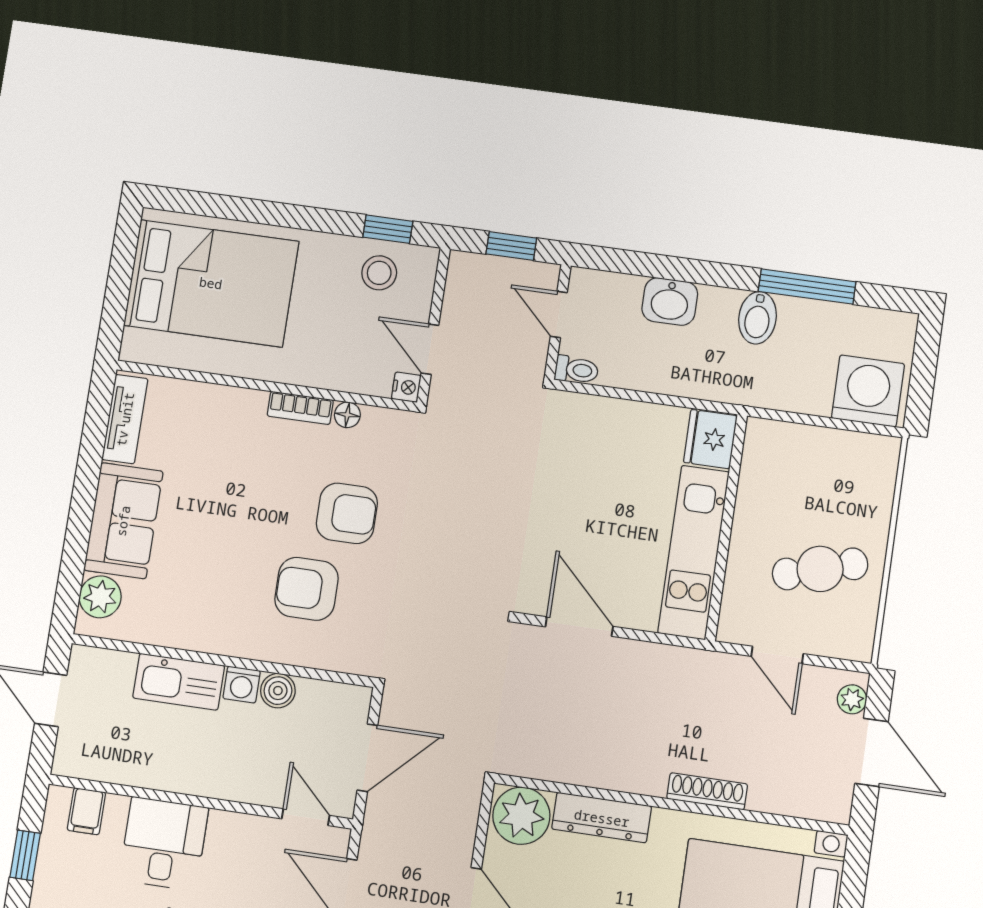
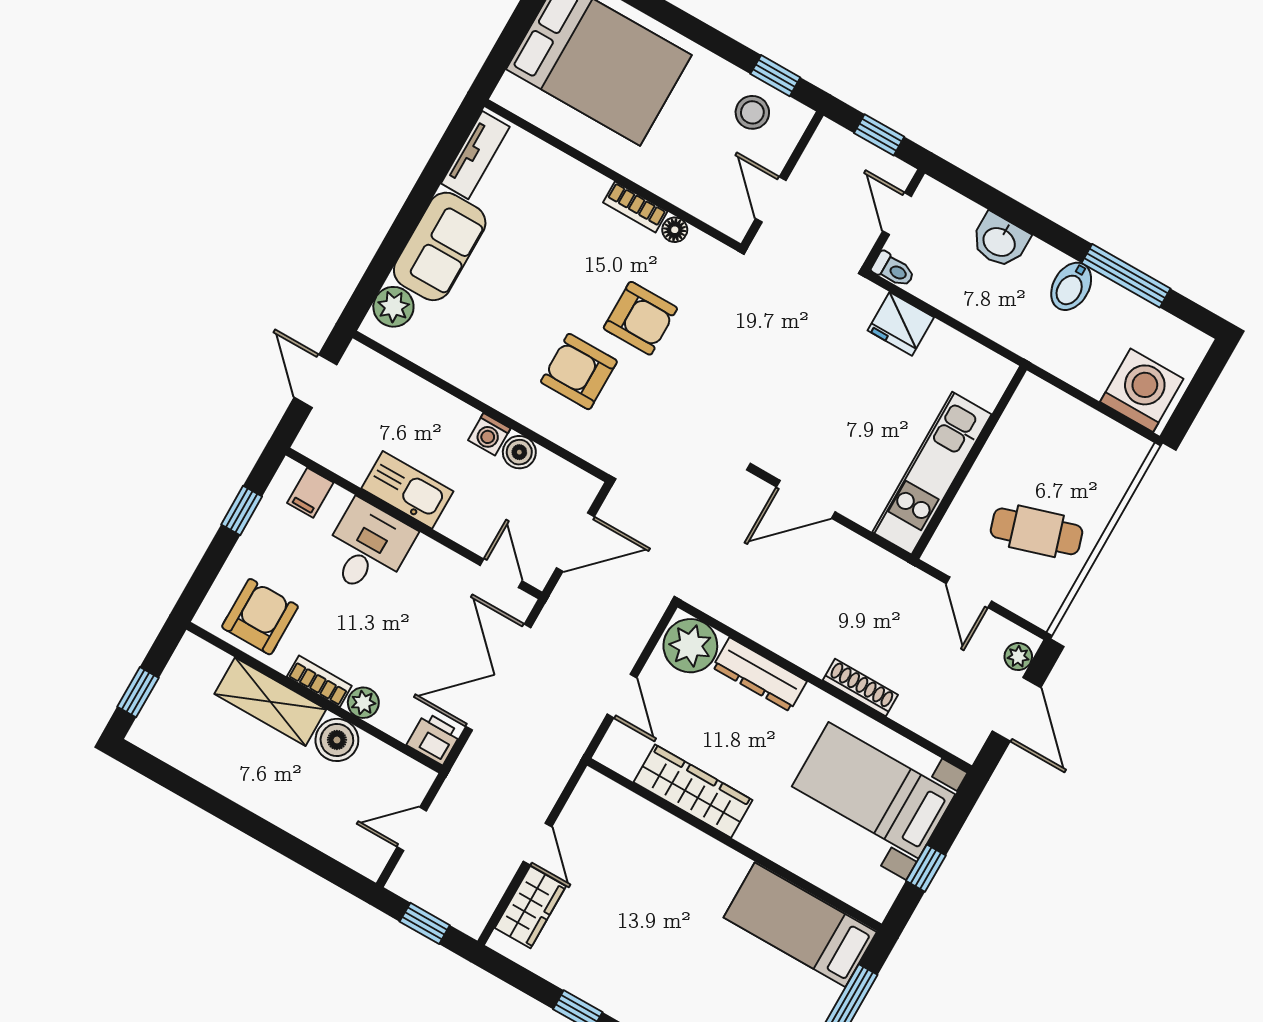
nightstand: (406, 387) -> (737, 225), removed
fridge: (710, 439) -> (901, 324), moved, turned -90
door: (579, 627) -> (806, 499), swing flipped
kitchen sink: (179, 682) -> (407, 490), moved, turned 180

